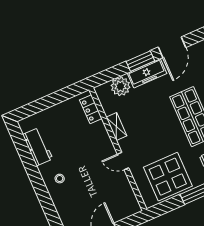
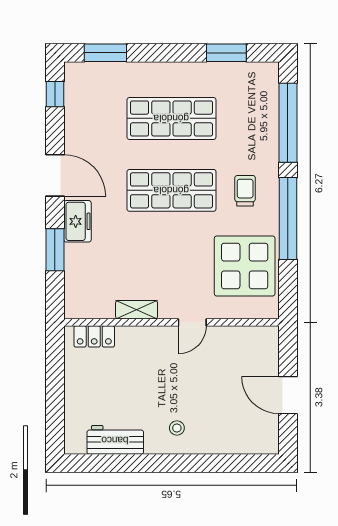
window: (140, 61) -> (55, 250), moved
freezer: (147, 73) -> (77, 221), width x0.71
plant: (120, 86) -> (80, 277), removed

